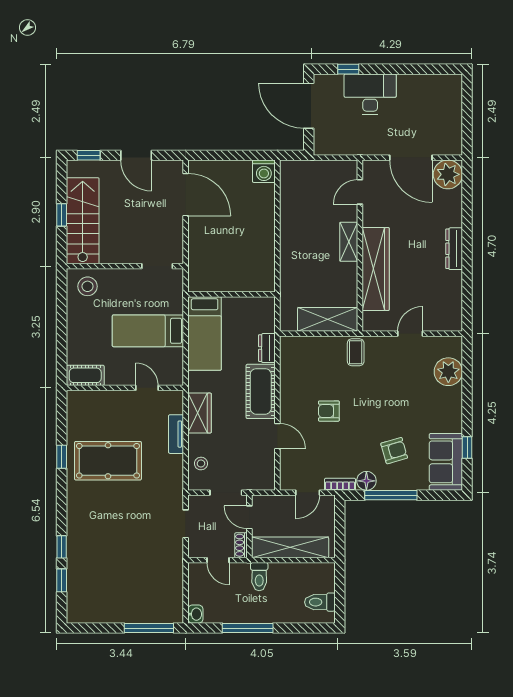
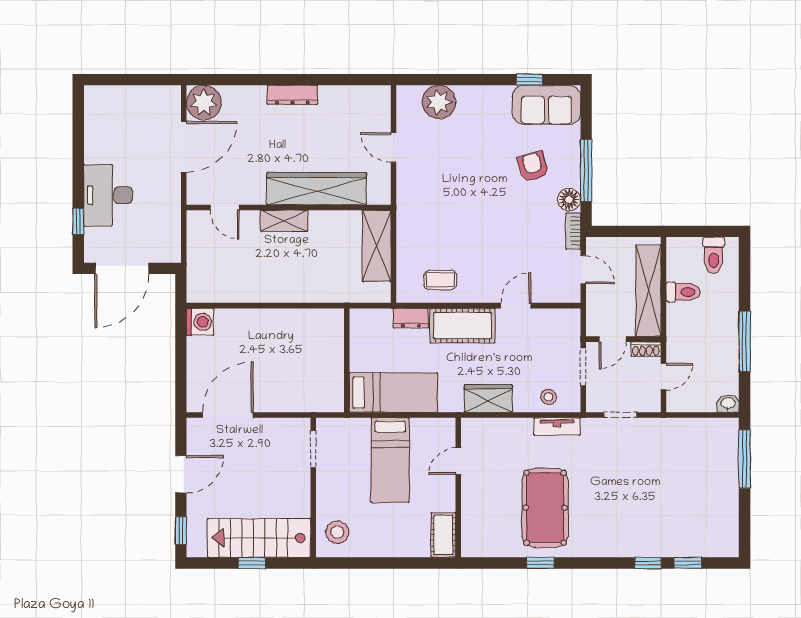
coffee table: (356, 352) -> (440, 280), moved
armchair: (329, 411) -> (486, 244), removed
tv unit: (176, 434) -> (557, 427), moved
toilet: (259, 577) -> (683, 292), moved

